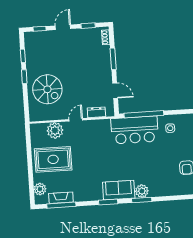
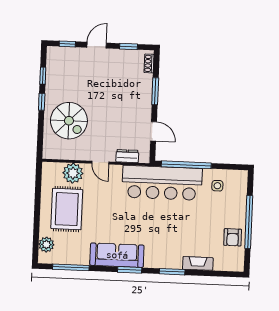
door: (76, 120) -> (100, 163), swing flipped
bar counter: (135, 130) -> (162, 183), width x1.36
rug: (53, 159) -> (67, 209), turned 90
sofa: (119, 190) -> (117, 255), moved, width x1.36
plant: (142, 191) -> (173, 261), removed
fireplace: (61, 198) -> (198, 263), moved

